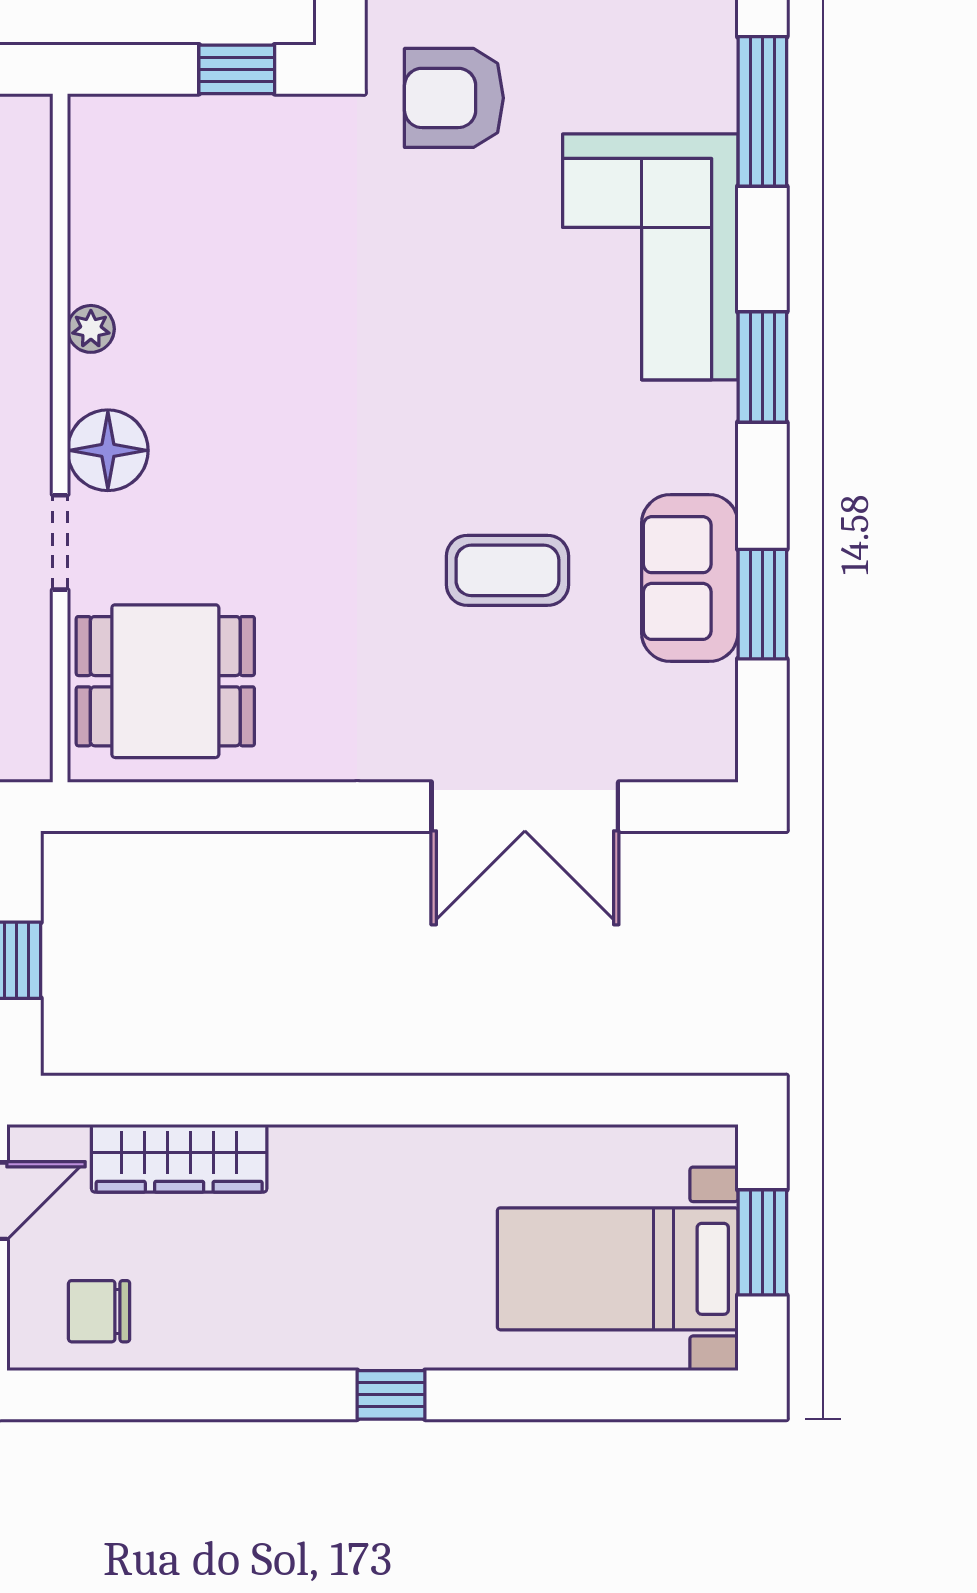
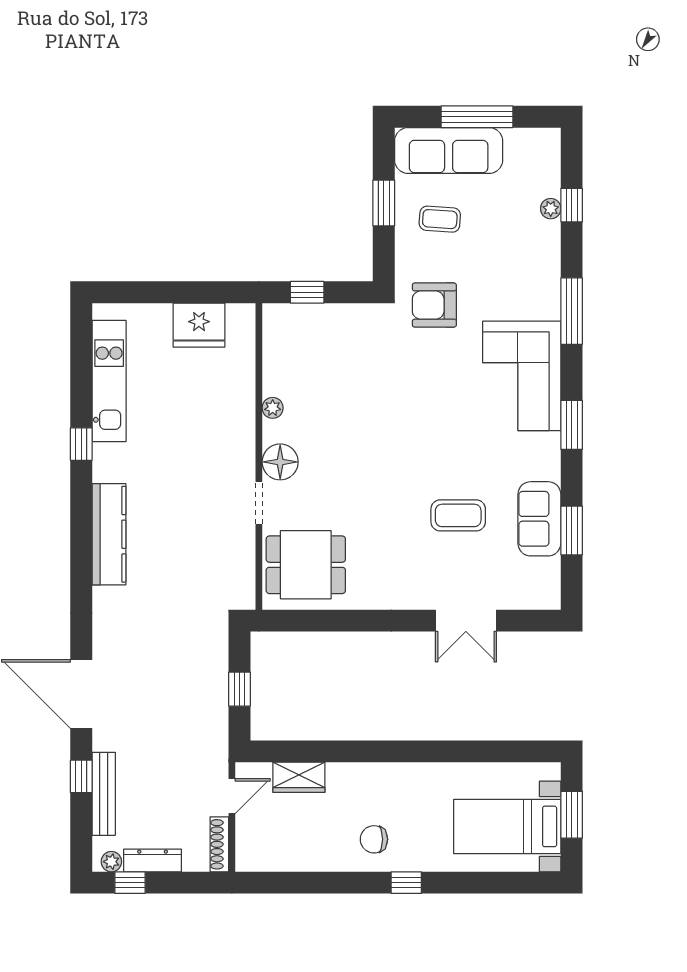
window: (237, 69) -> (307, 292), moved
double door: (525, 807) -> (466, 621), width x0.73
wardrobe: (179, 1158) -> (299, 777), width x0.67
chair: (99, 1311) -> (374, 839), moved

